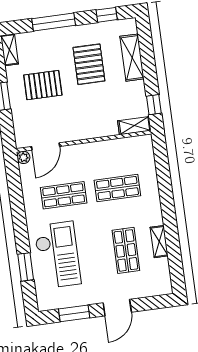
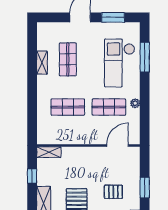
pallet: (43, 85) -> (113, 192), width x0.67, depth x0.71
window: (154, 105) -> (32, 176), moved
plant: (23, 157) -> (135, 103), moved
window: (26, 267) -> (145, 57), width x1.44

